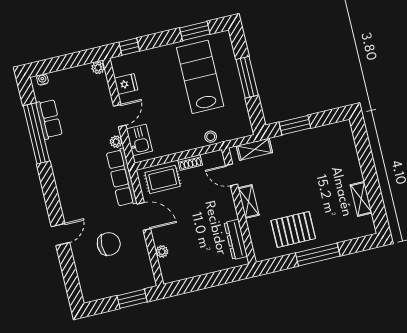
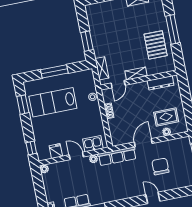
rug: (163, 179) -> (166, 117), moved, turned 90

